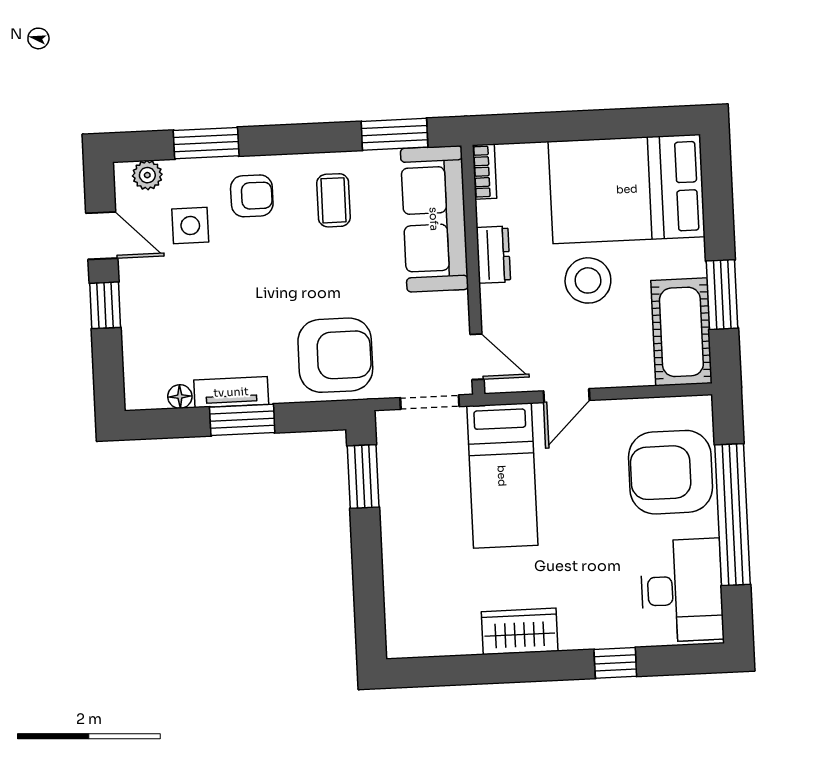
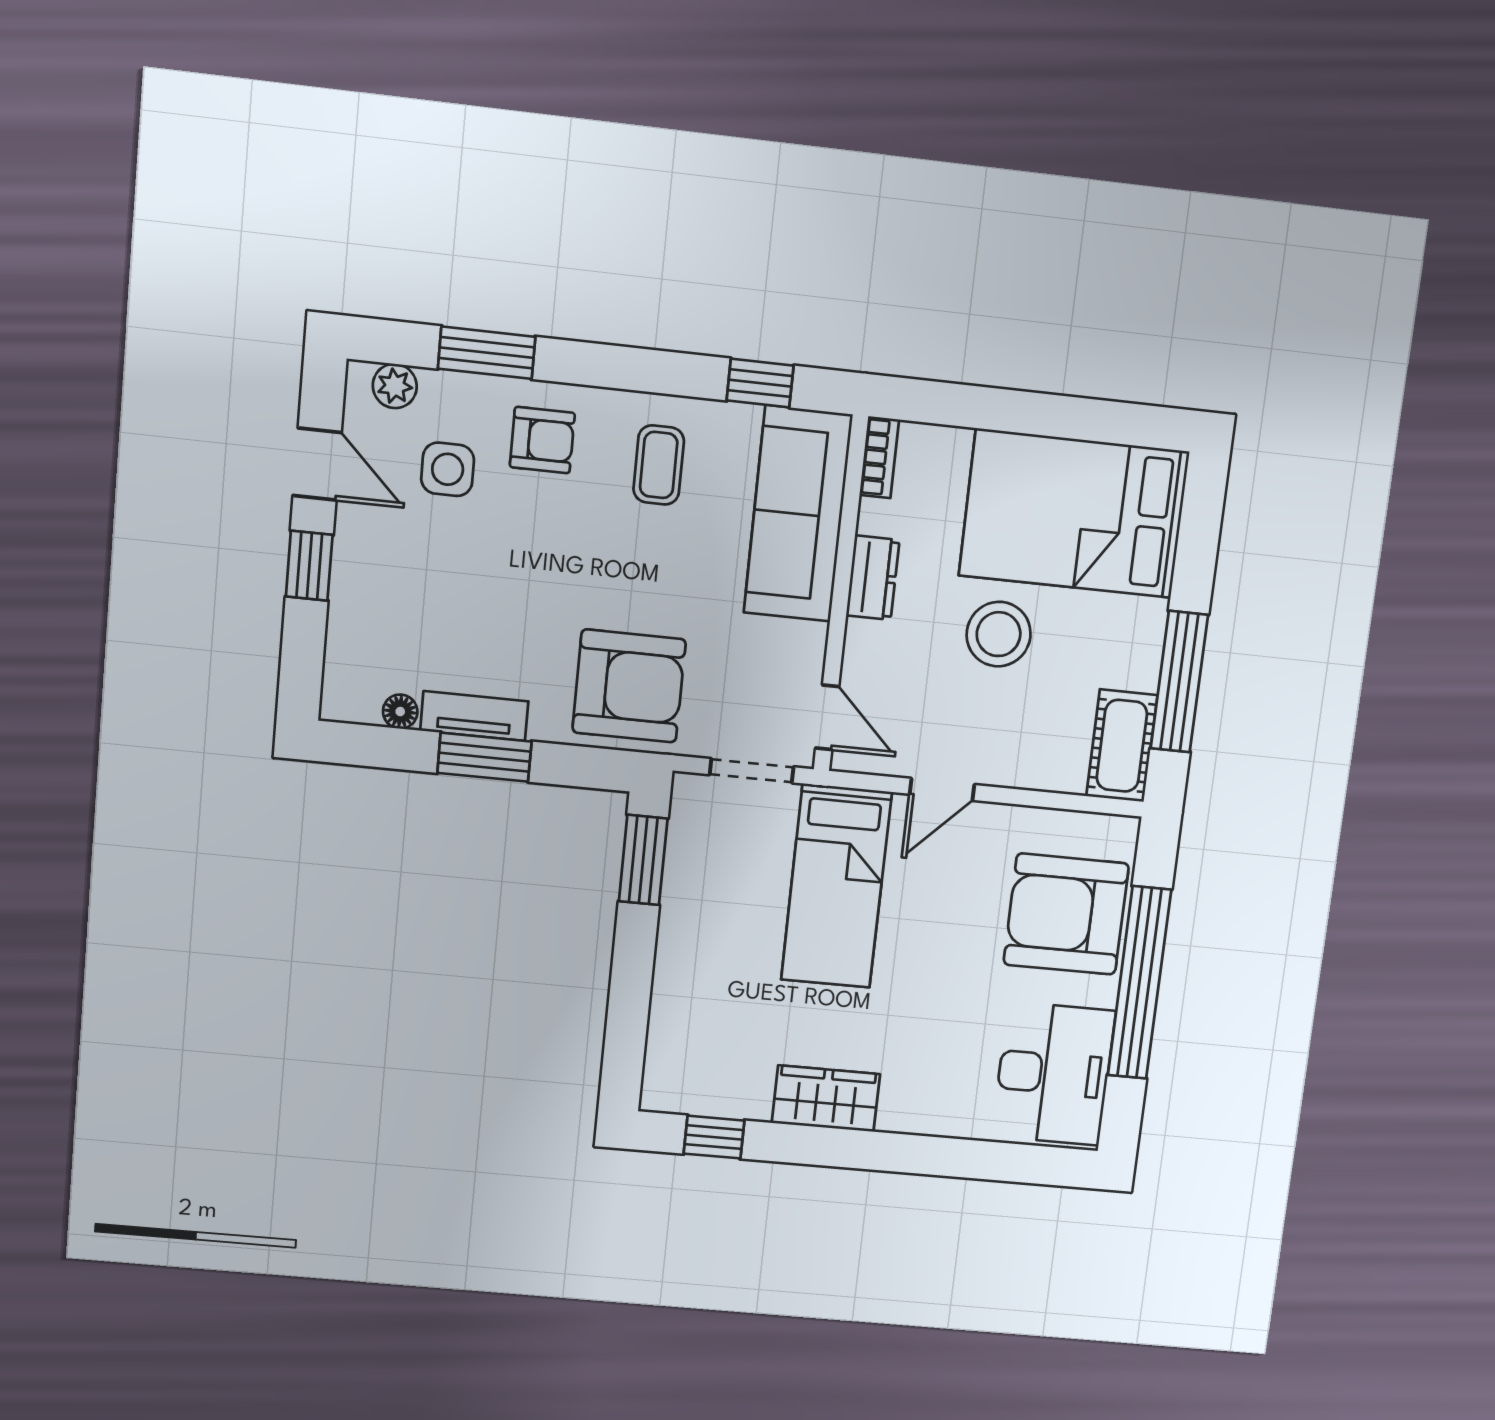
window: (395, 134) -> (760, 383), width x0.67
window: (722, 295) -> (1179, 682), width x1.44
cot: (681, 332) -> (1122, 746), width x0.73, depth x0.75
window: (615, 663) -> (714, 1137), moved

